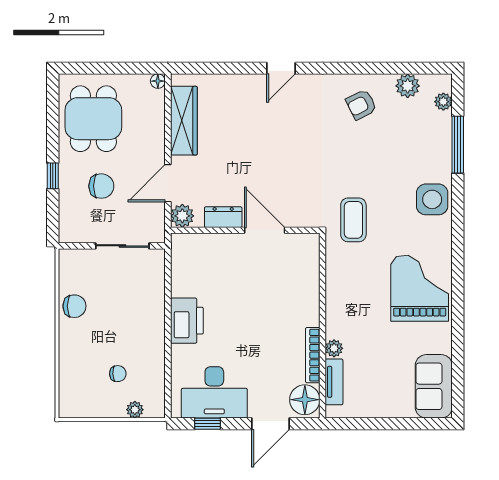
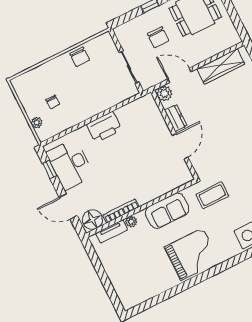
floor lamp: (158, 81) -> (236, 40), removed
sofa: (434, 386) -> (167, 211), moved, turned 180

